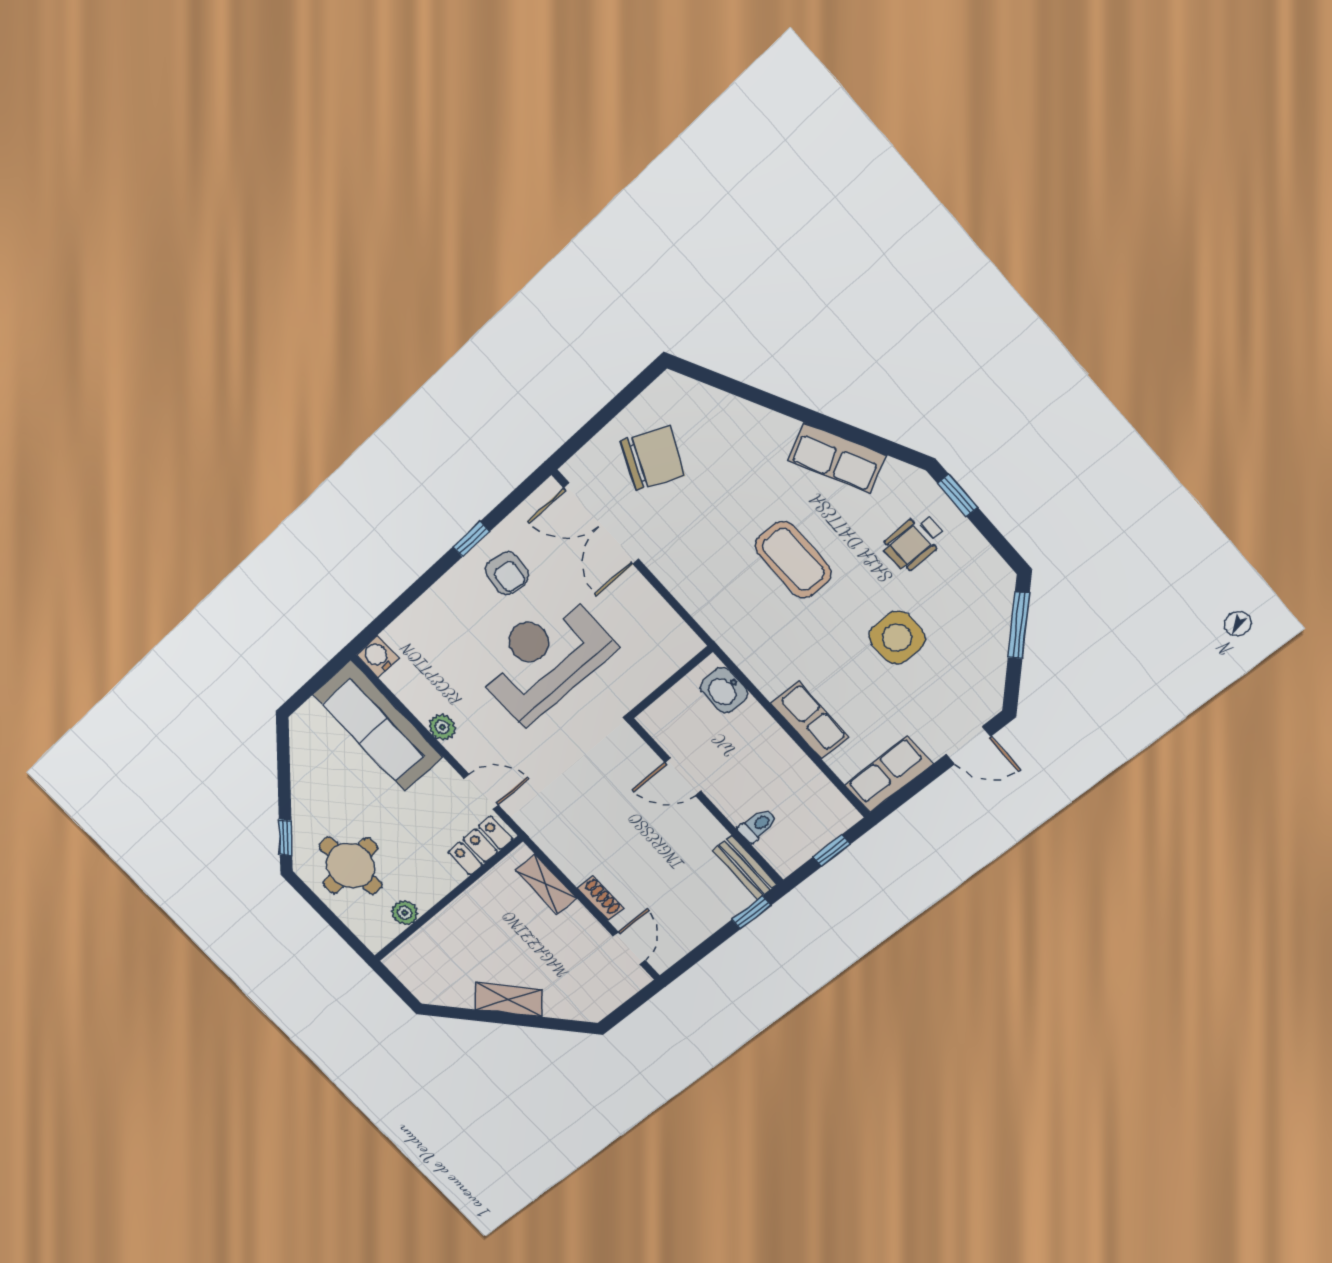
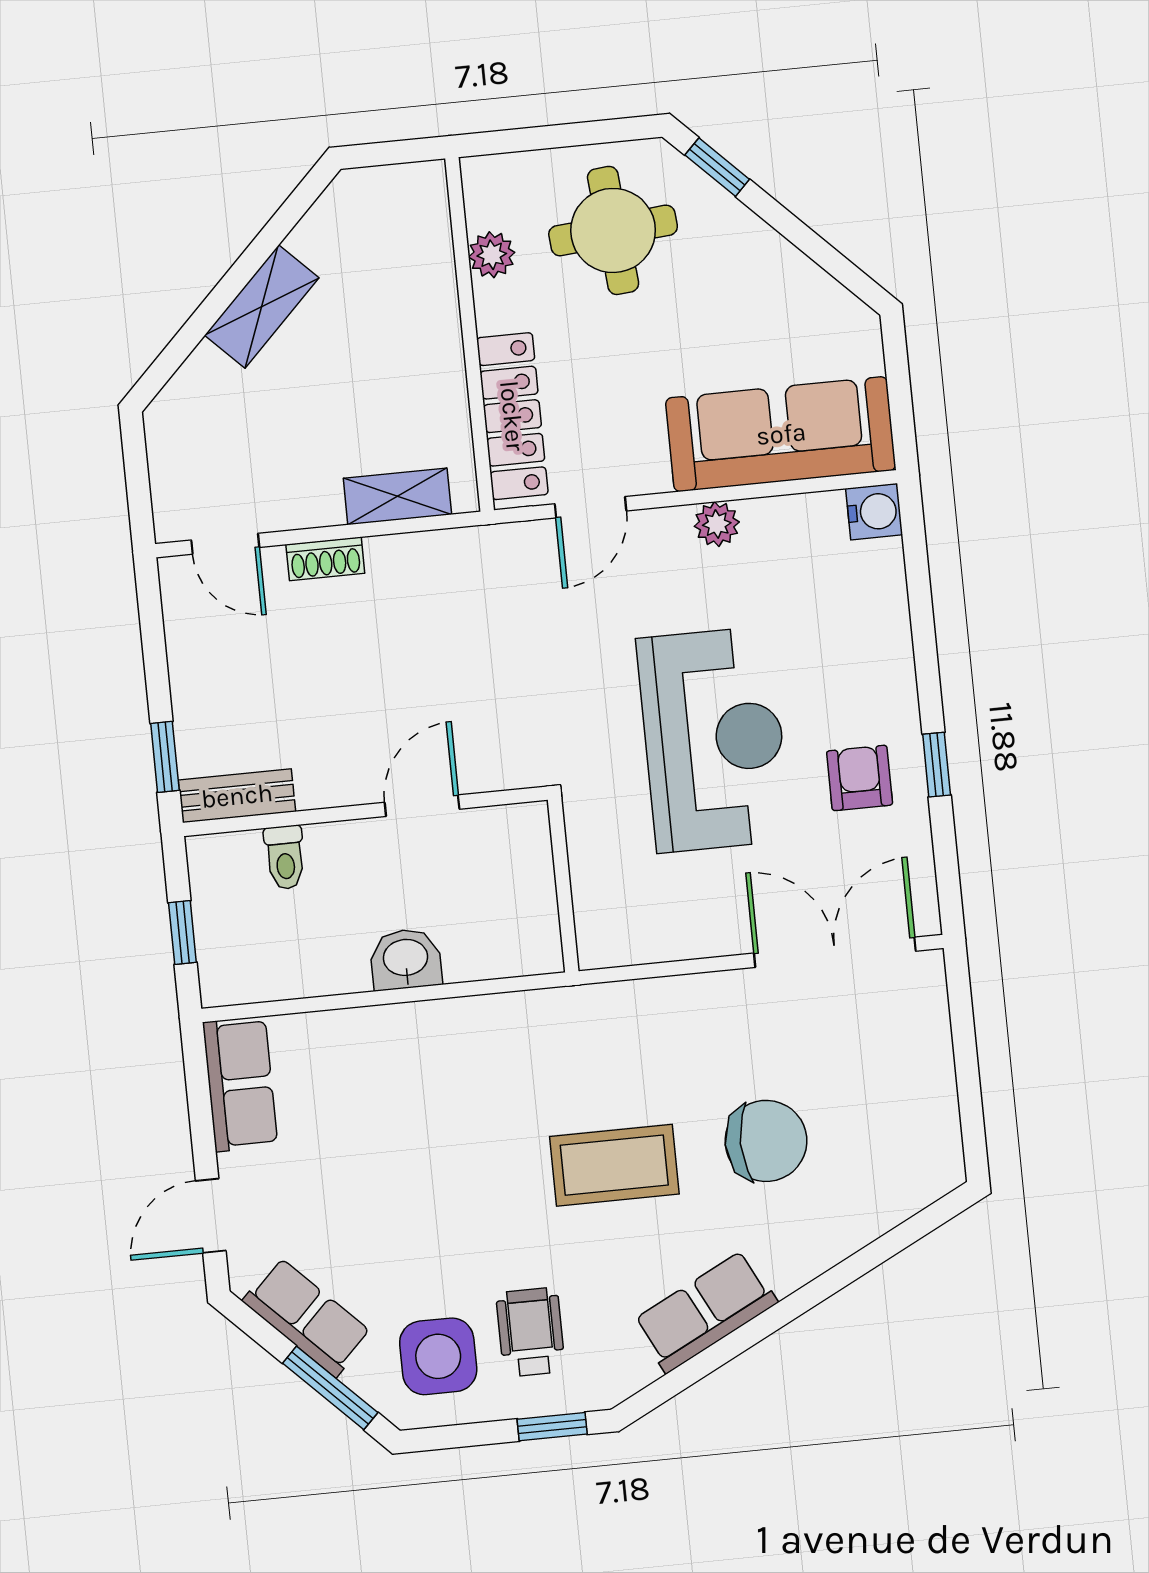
chair: (653, 458) -> (766, 1141), moved, turned -115
armchair: (507, 573) -> (860, 778), turned 83
side table: (897, 638) -> (438, 1356), moved
washbasin: (724, 690) -> (406, 959), moved
row of seats: (810, 720) -> (307, 1317), moved, turned -135
locker: (480, 846) -> (512, 416), width x1.53

